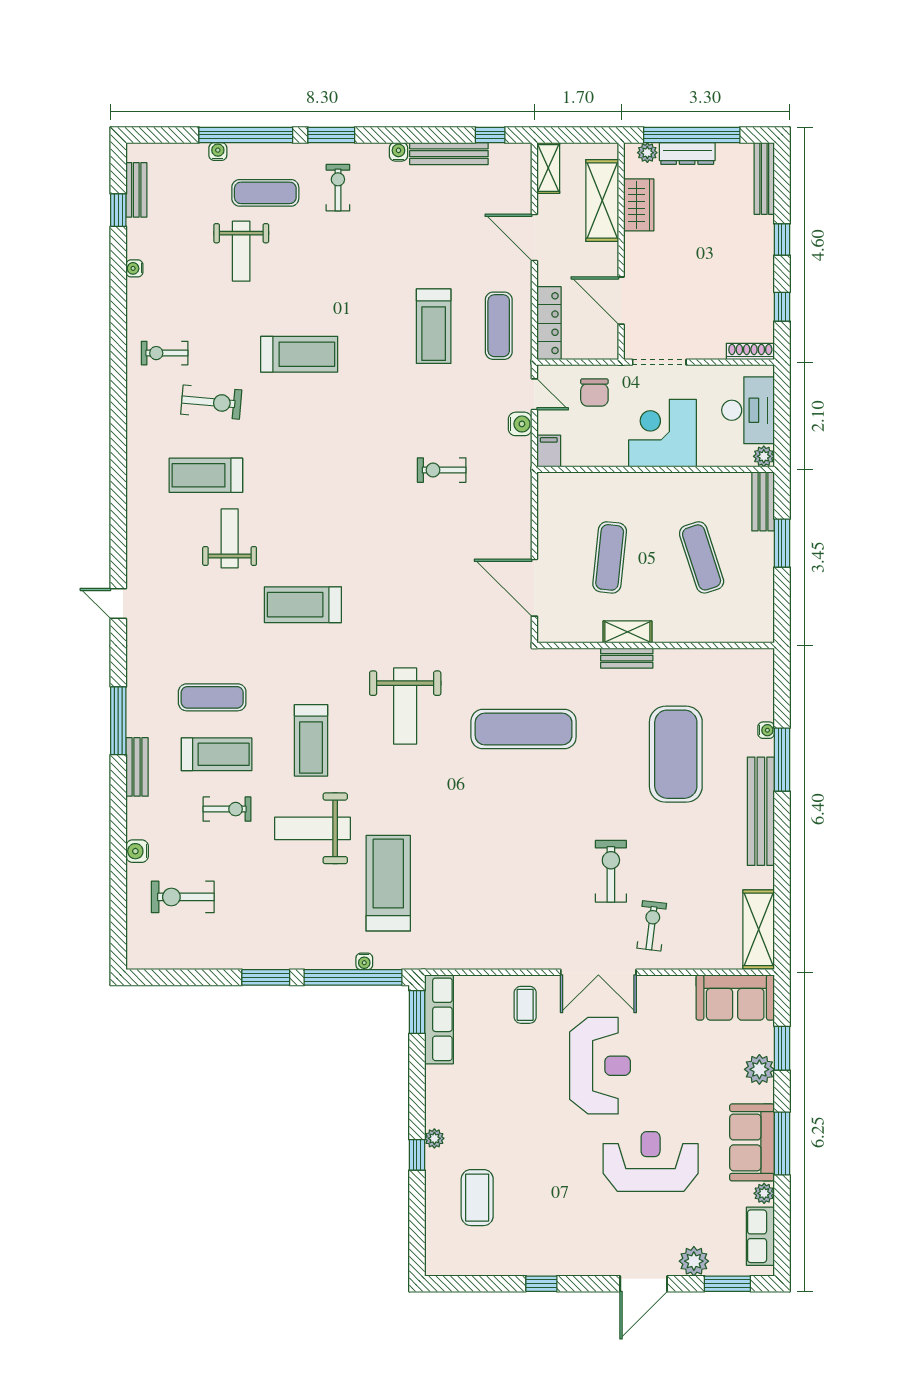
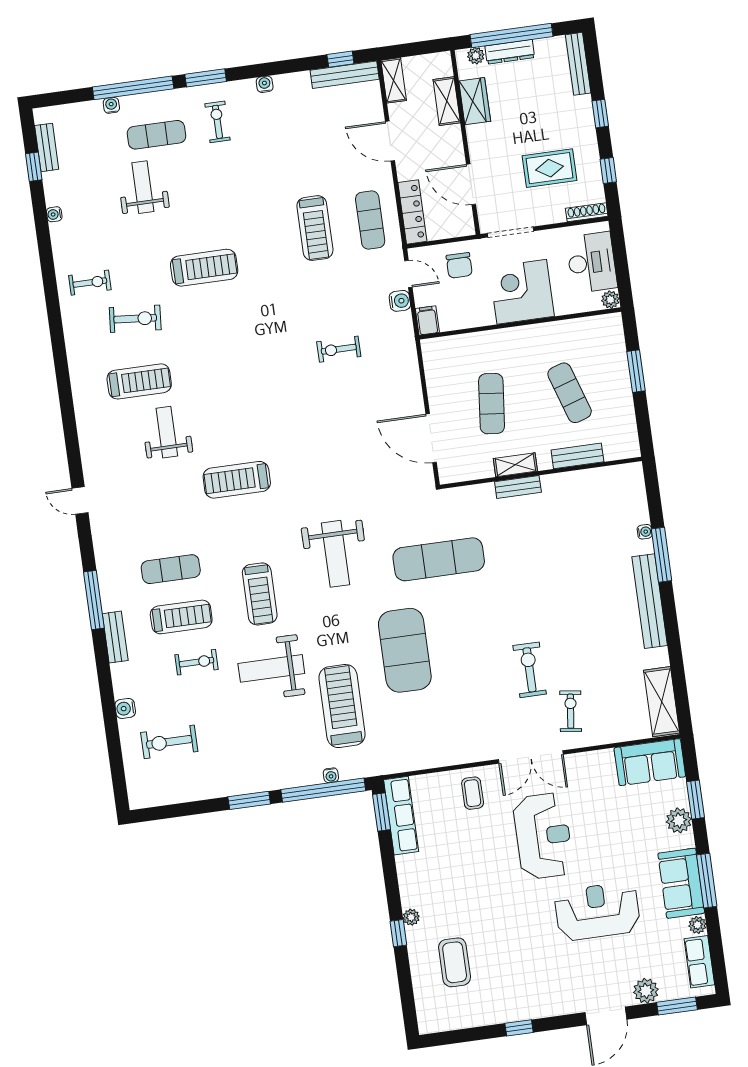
bench: (449, 154) -> (345, 75), moved
shelving: (602, 201) -> (447, 101), width x0.67, depth x0.75
weight bench: (241, 251) -> (143, 187), turned 180
rug: (714, 295) -> (550, 168), added
exercise bike: (165, 353) -> (90, 283), turned 180
treadmill: (206, 475) -> (139, 381), turned 180
bench: (763, 501) -> (577, 456), moved, turned 90
exercise mat: (676, 754) -> (405, 650), moved

